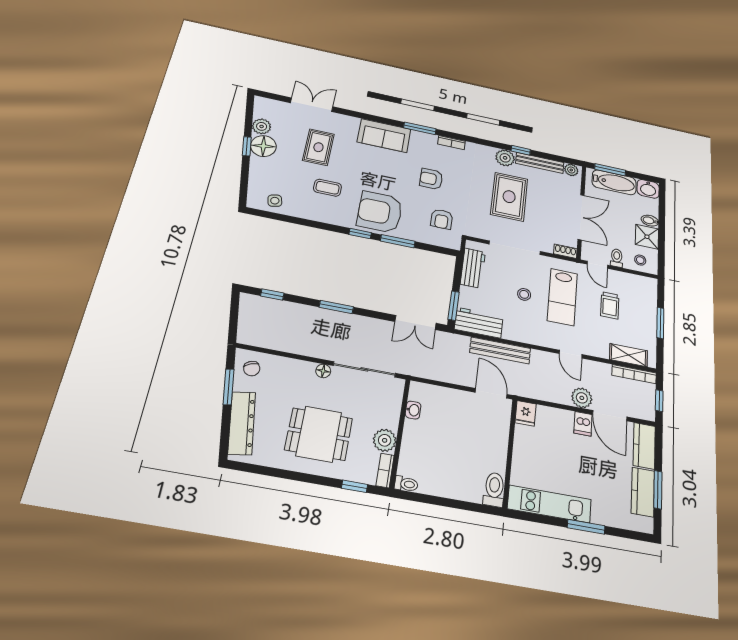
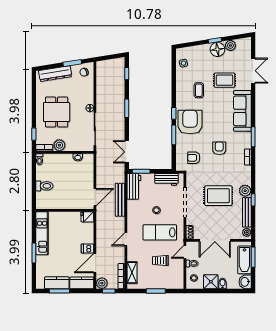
sofa: (384, 136) -> (242, 111), width x1.36
plant: (582, 398) -> (102, 283), moved
toilet: (494, 489) -> (44, 186), moved

